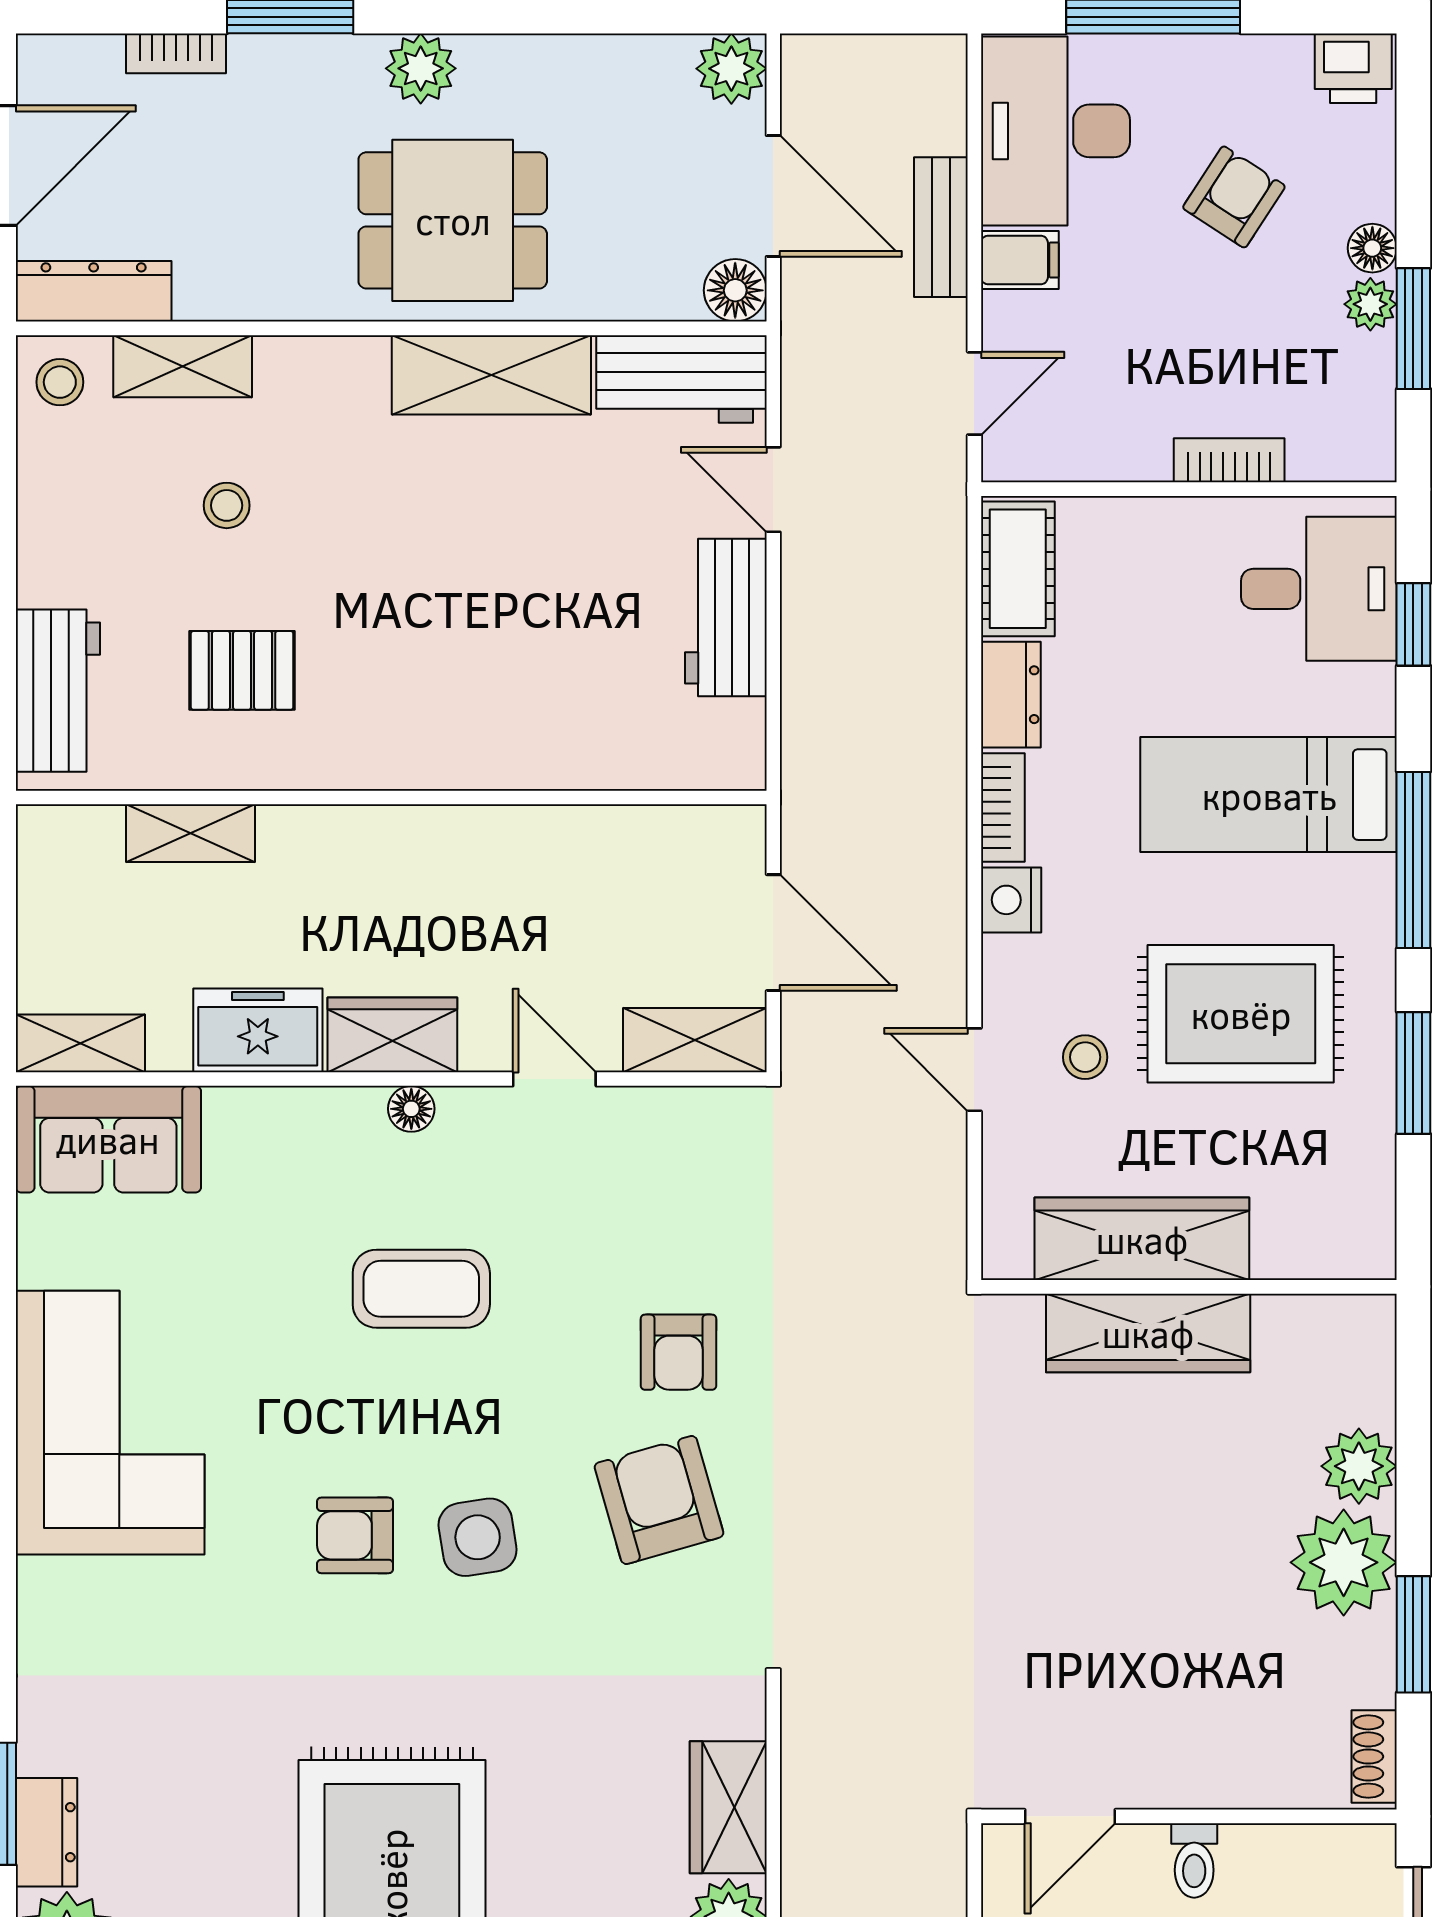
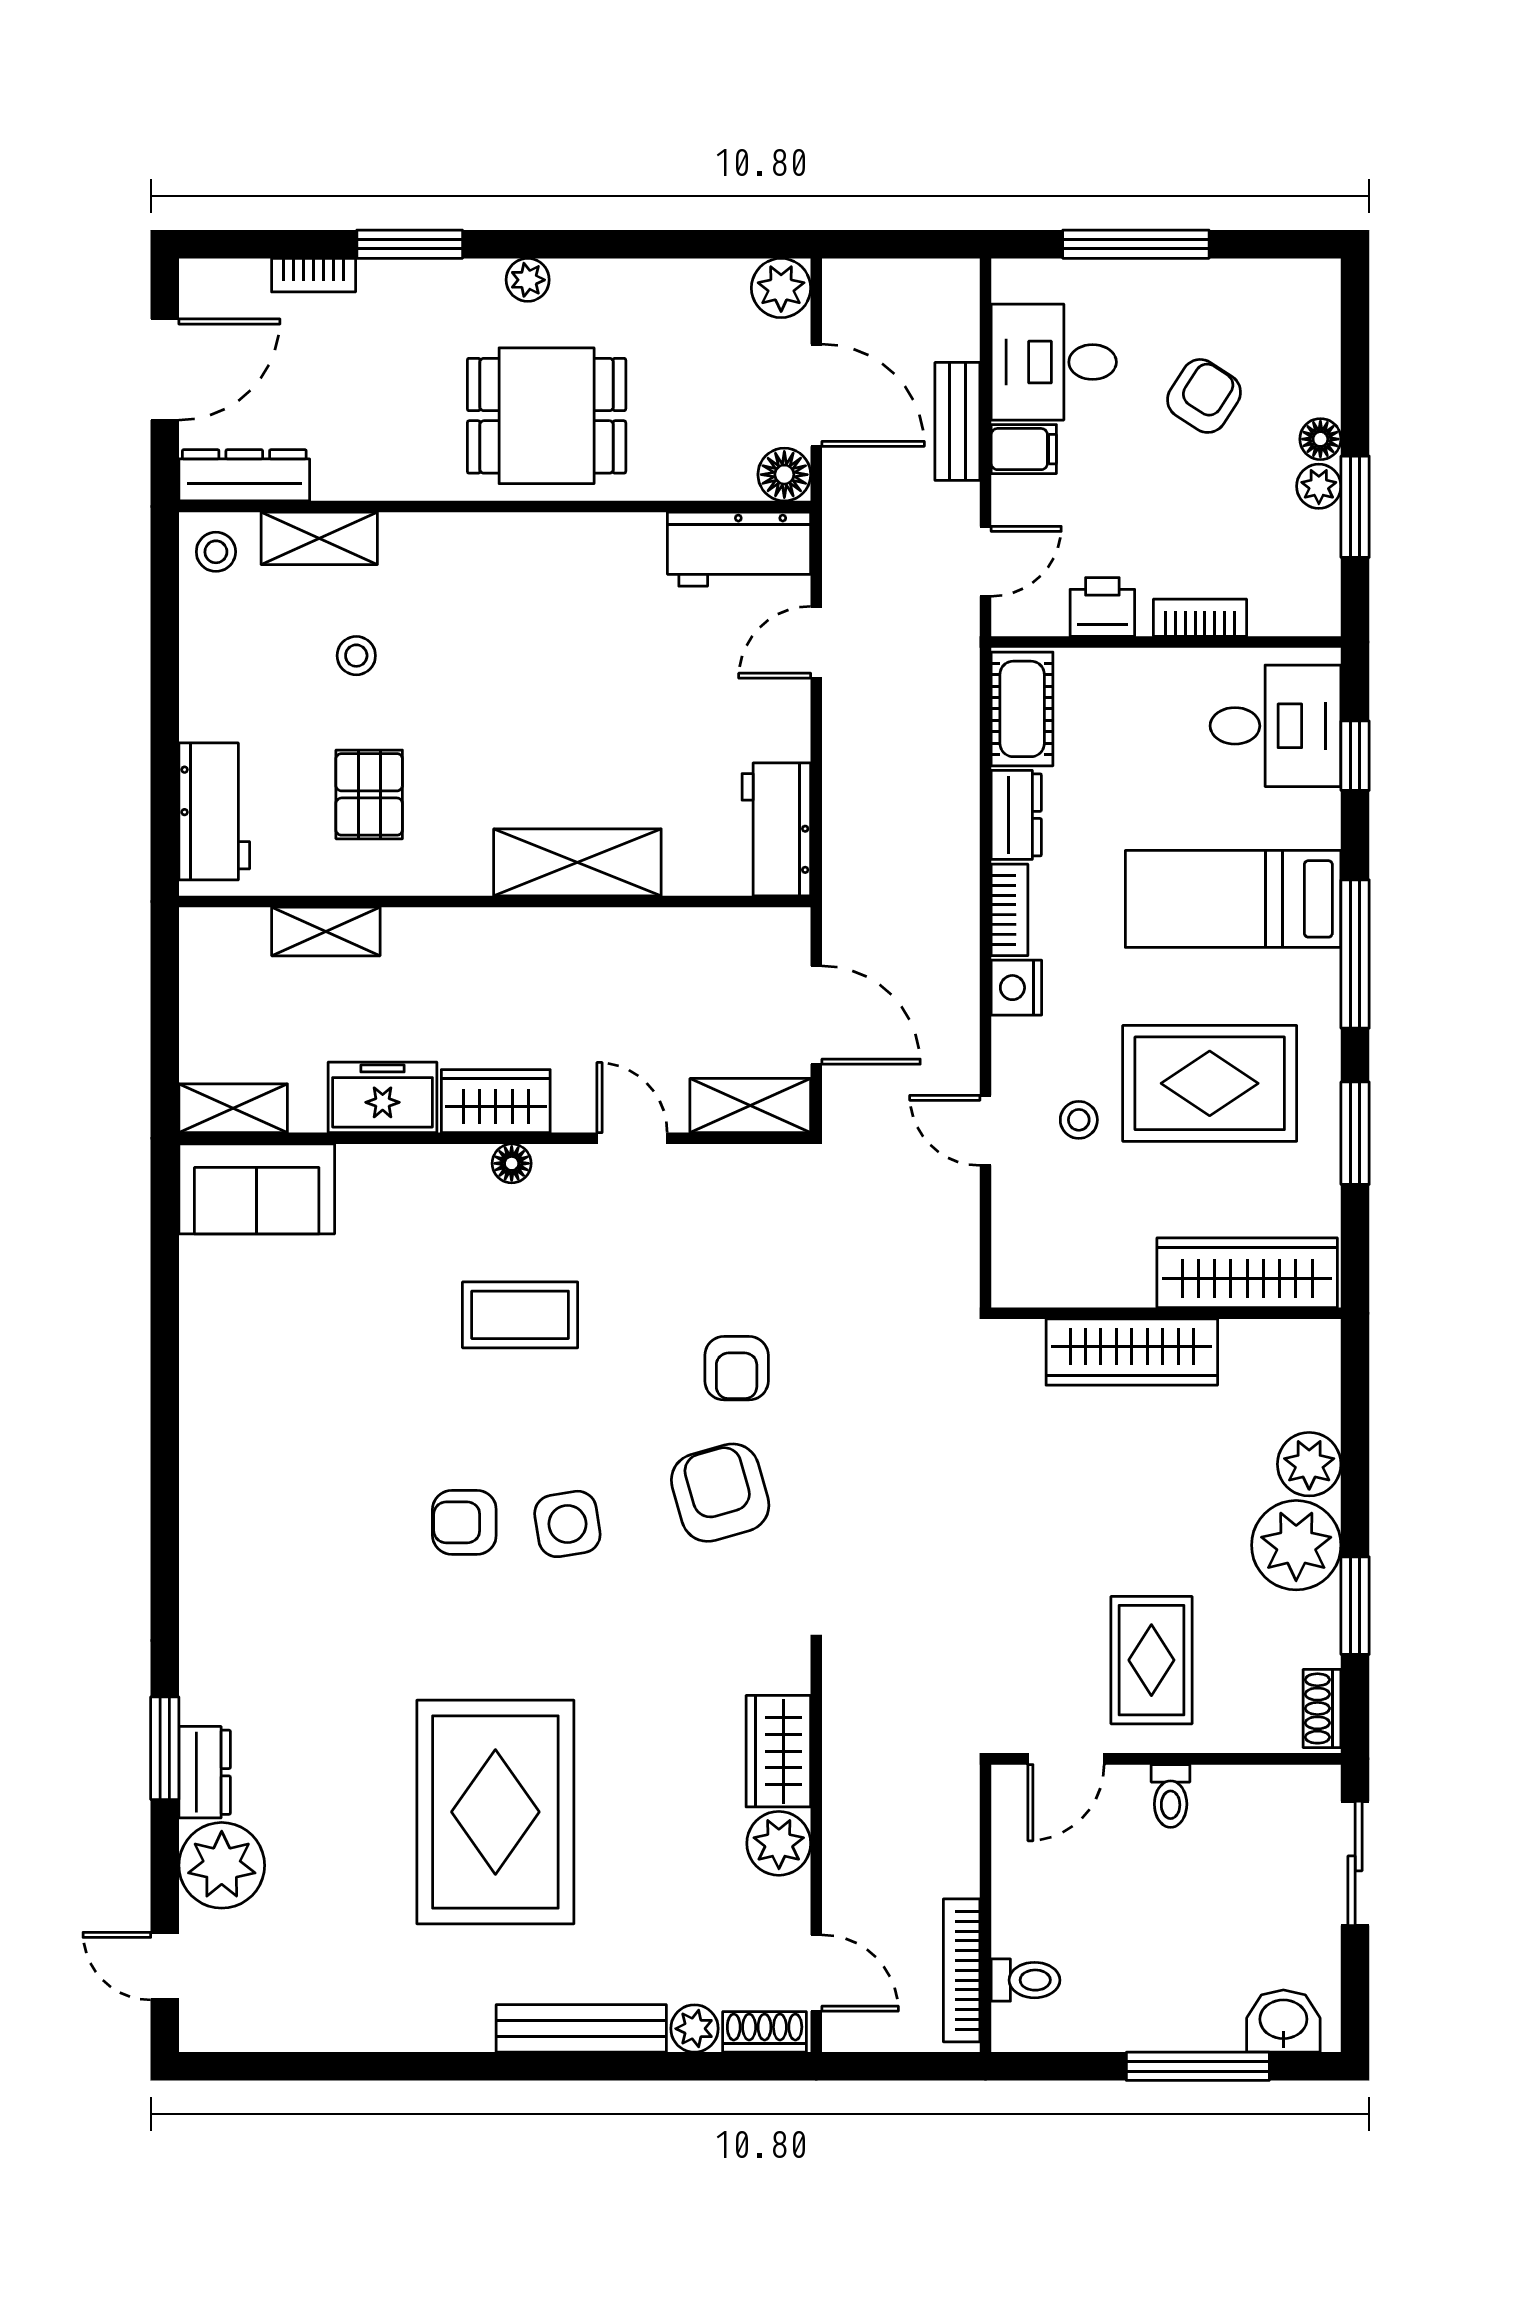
plant: (421, 68) -> (528, 280), width x0.73, depth x0.73
printer: (1353, 68) -> (1102, 607), moved, turned 180
desk: (1055, 131) -> (1054, 362), width x0.73
shelving: (491, 375) -> (577, 862), moved
door: (773, 490) -> (816, 642), hinge flipped
workbench: (726, 617) -> (776, 829), moved
pallet: (242, 670) -> (369, 794), turned 90
wardrobe: (1142, 1239) -> (1247, 1273), moved
corner sofa: (110, 1423) -> (258, 1427), removed
rug: (1171, 1699) -> (1151, 1660), added

